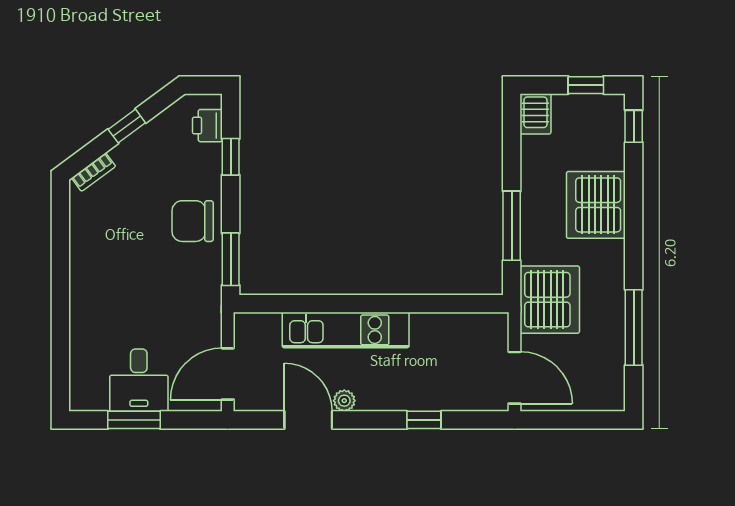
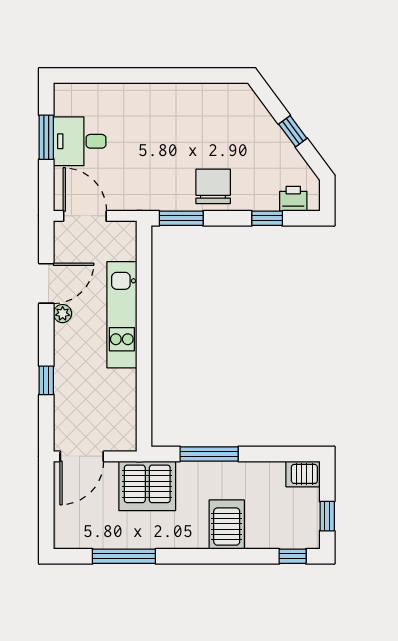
bookcase: (93, 172) -> (254, 103), removed
server rack: (596, 205) -> (227, 525), width x0.62

